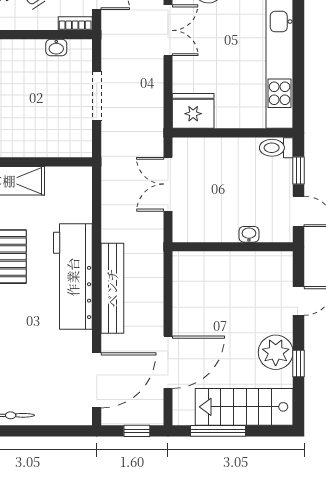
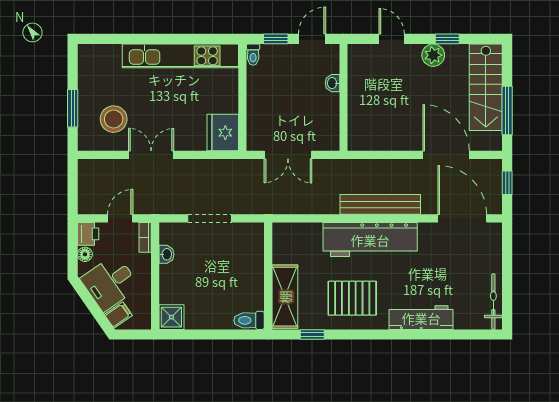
toilet: (276, 148) -> (253, 55), width x0.73, depth x0.72
plant: (276, 352) -> (433, 55), width x0.73, depth x0.73

